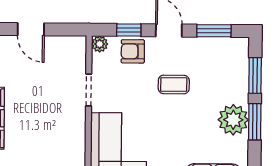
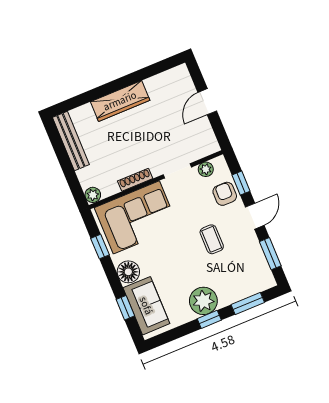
plant: (100, 44) -> (206, 169), moved
window: (255, 122) -> (209, 319), width x0.67
shoe rack: (79, 137) -> (135, 180), added

